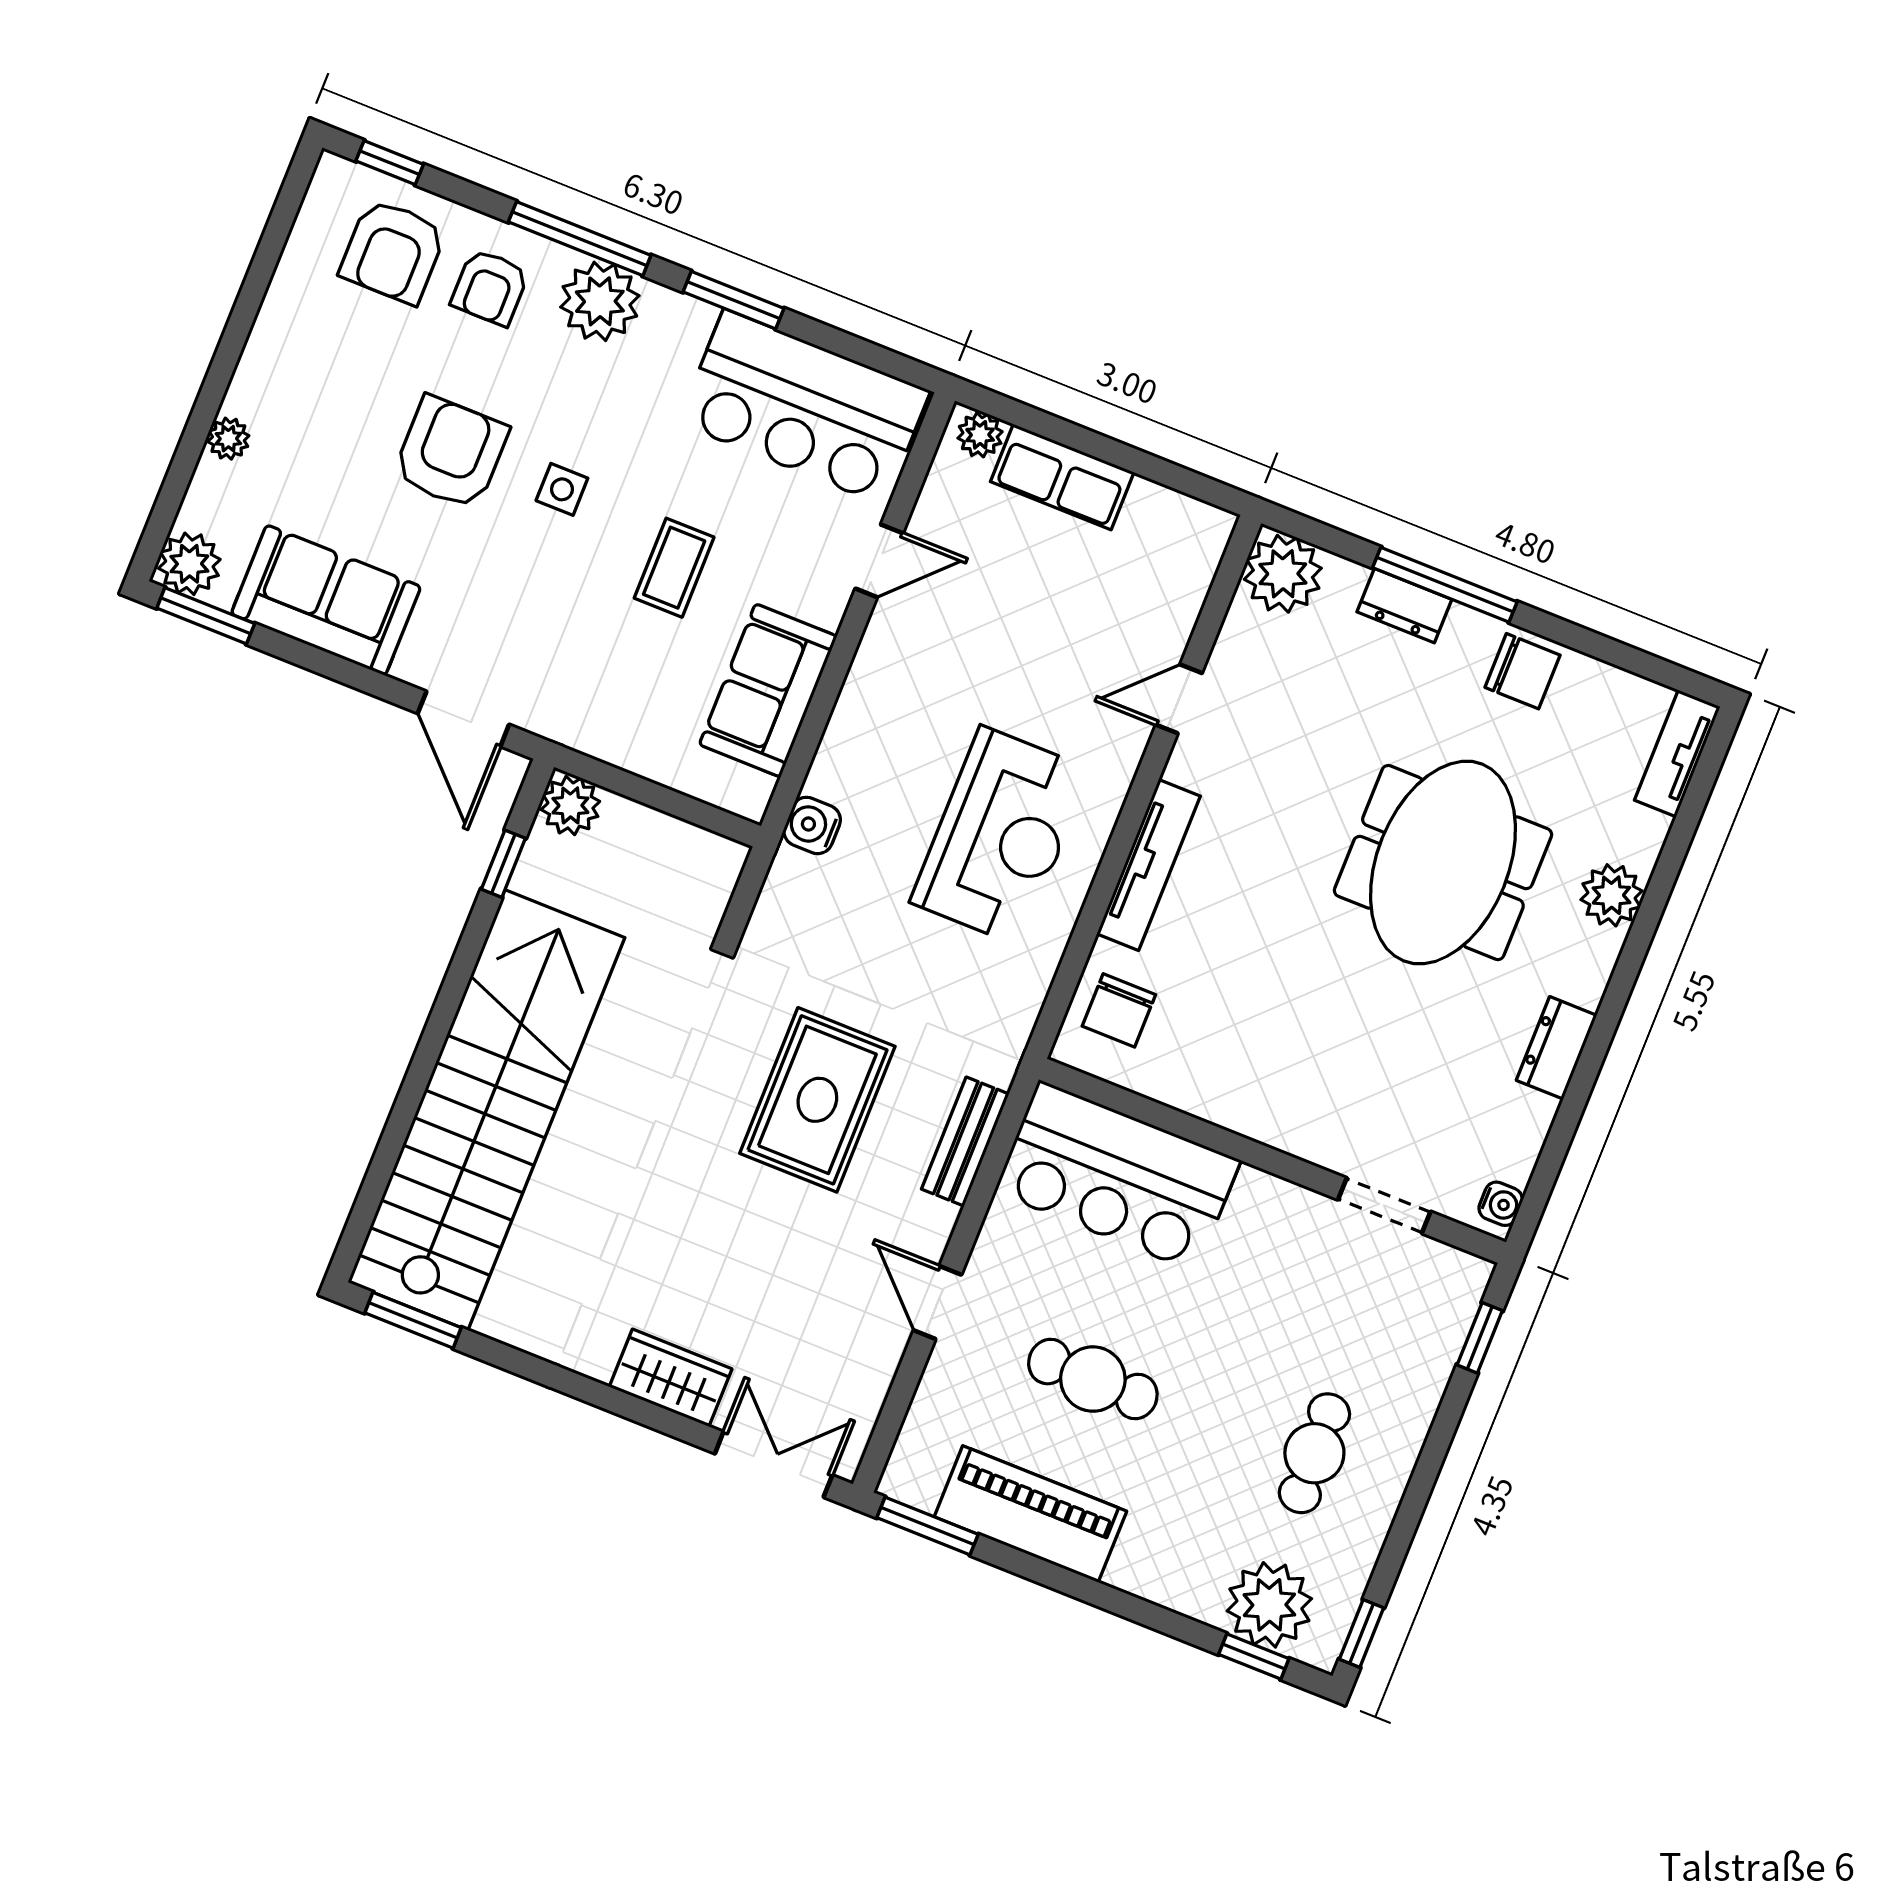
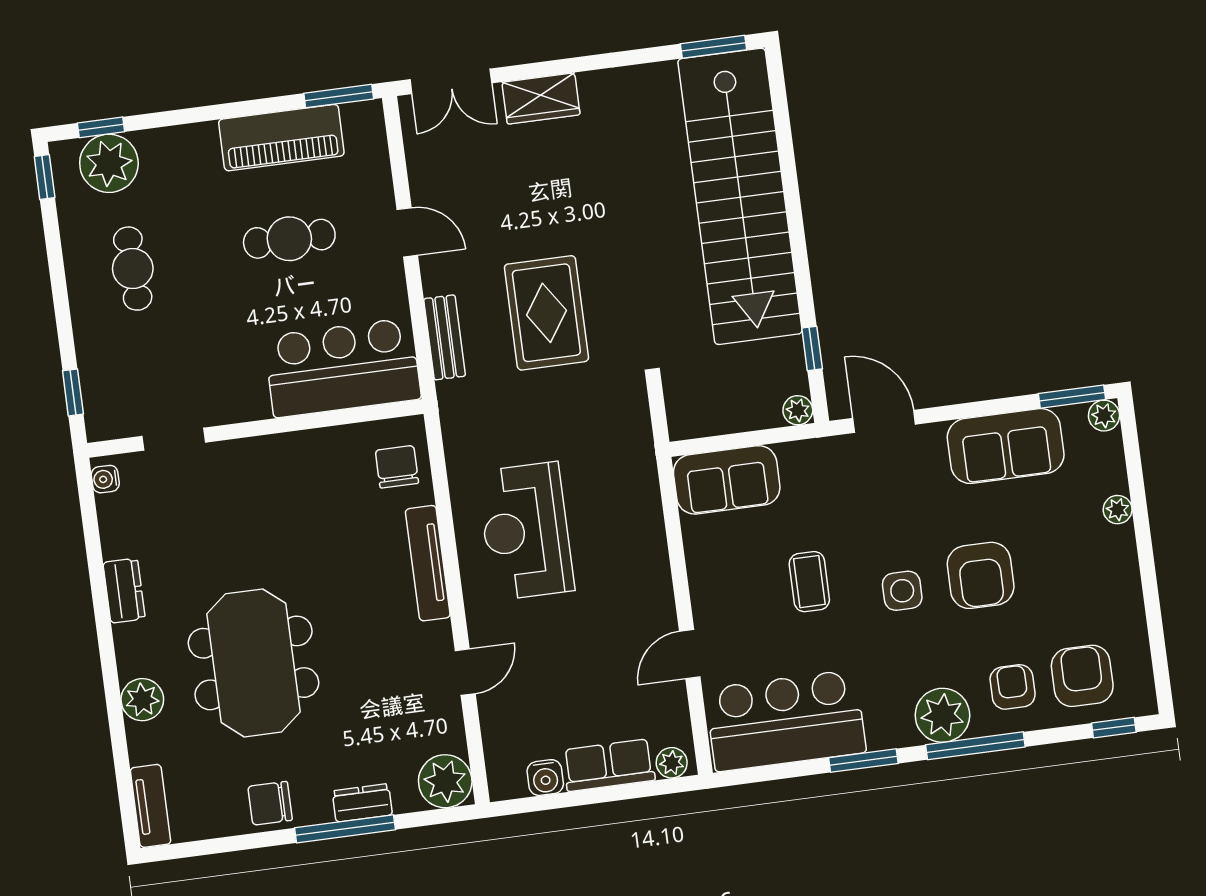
side table: (562, 489) -> (902, 591), width x1.37, depth x1.37
plant: (189, 564) -> (1104, 416), width x0.73, depth x0.73
sofa: (768, 690) -> (727, 480), moved, turned 90
plant: (570, 805) -> (798, 410), width x0.73, depth x0.73
water cooler: (812, 825) -> (545, 778), moved, turned 90

